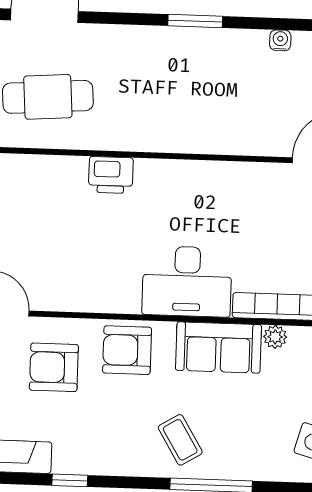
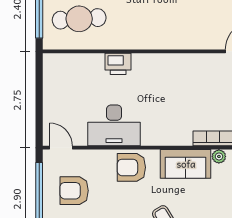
desk: (187, 281) -> (114, 125), moved
armchair: (54, 367) -> (74, 191), moved

